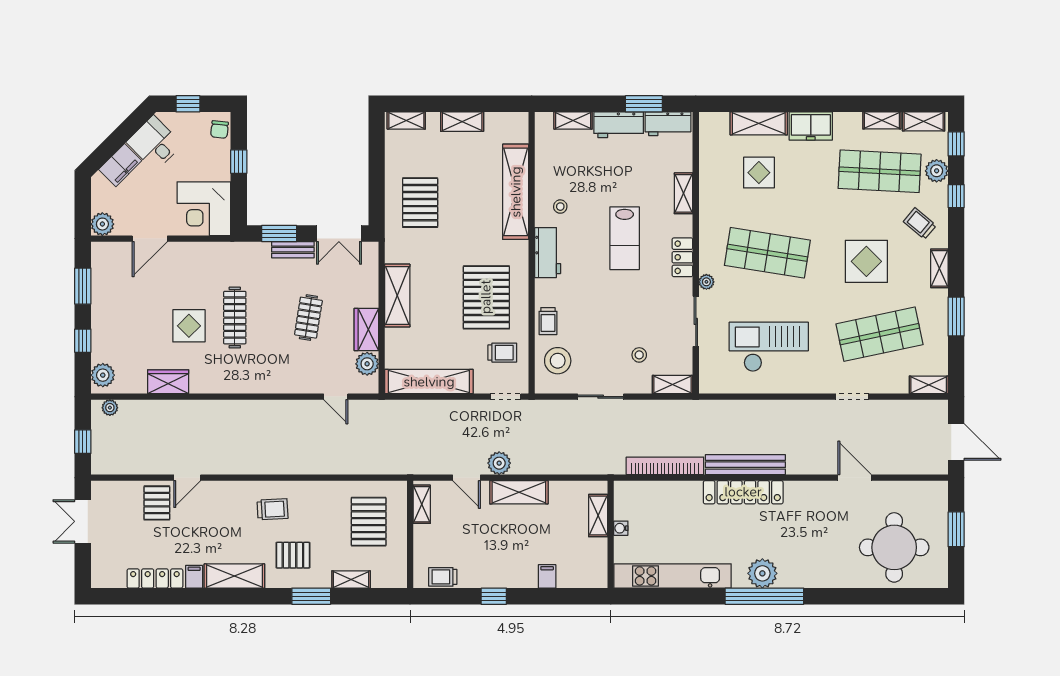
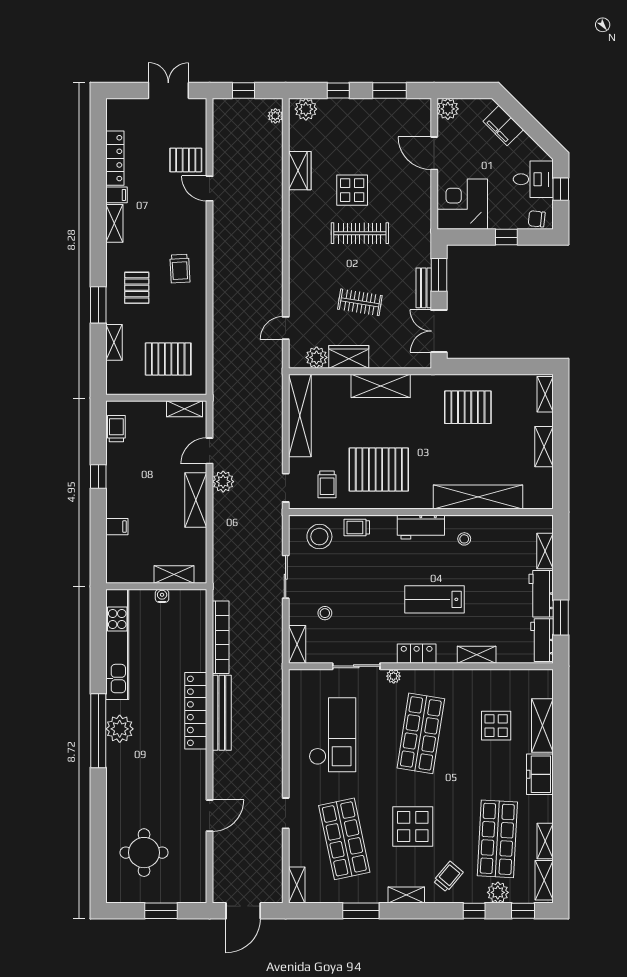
desk: (154, 143) -> (533, 179), moved, turned 45
round table: (894, 547) -> (144, 853), width x0.73, depth x0.73
shelving: (234, 576) -> (114, 223), width x0.67, depth x0.75

